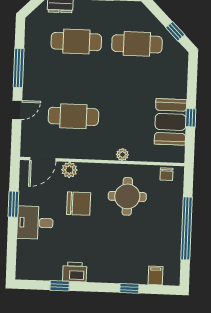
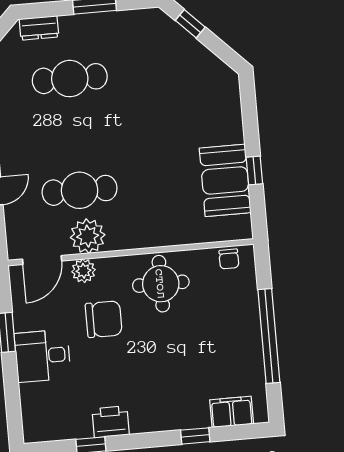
window: (175, 31) -> (190, 24), moved
cafe table: (137, 44) -> (160, 71), removed
plant: (122, 155) -> (88, 236), moved, width x1.87, depth x1.87
round table: (127, 196) -> (161, 284), moved
filing cabinet: (155, 275) -> (232, 412), width x2.00

